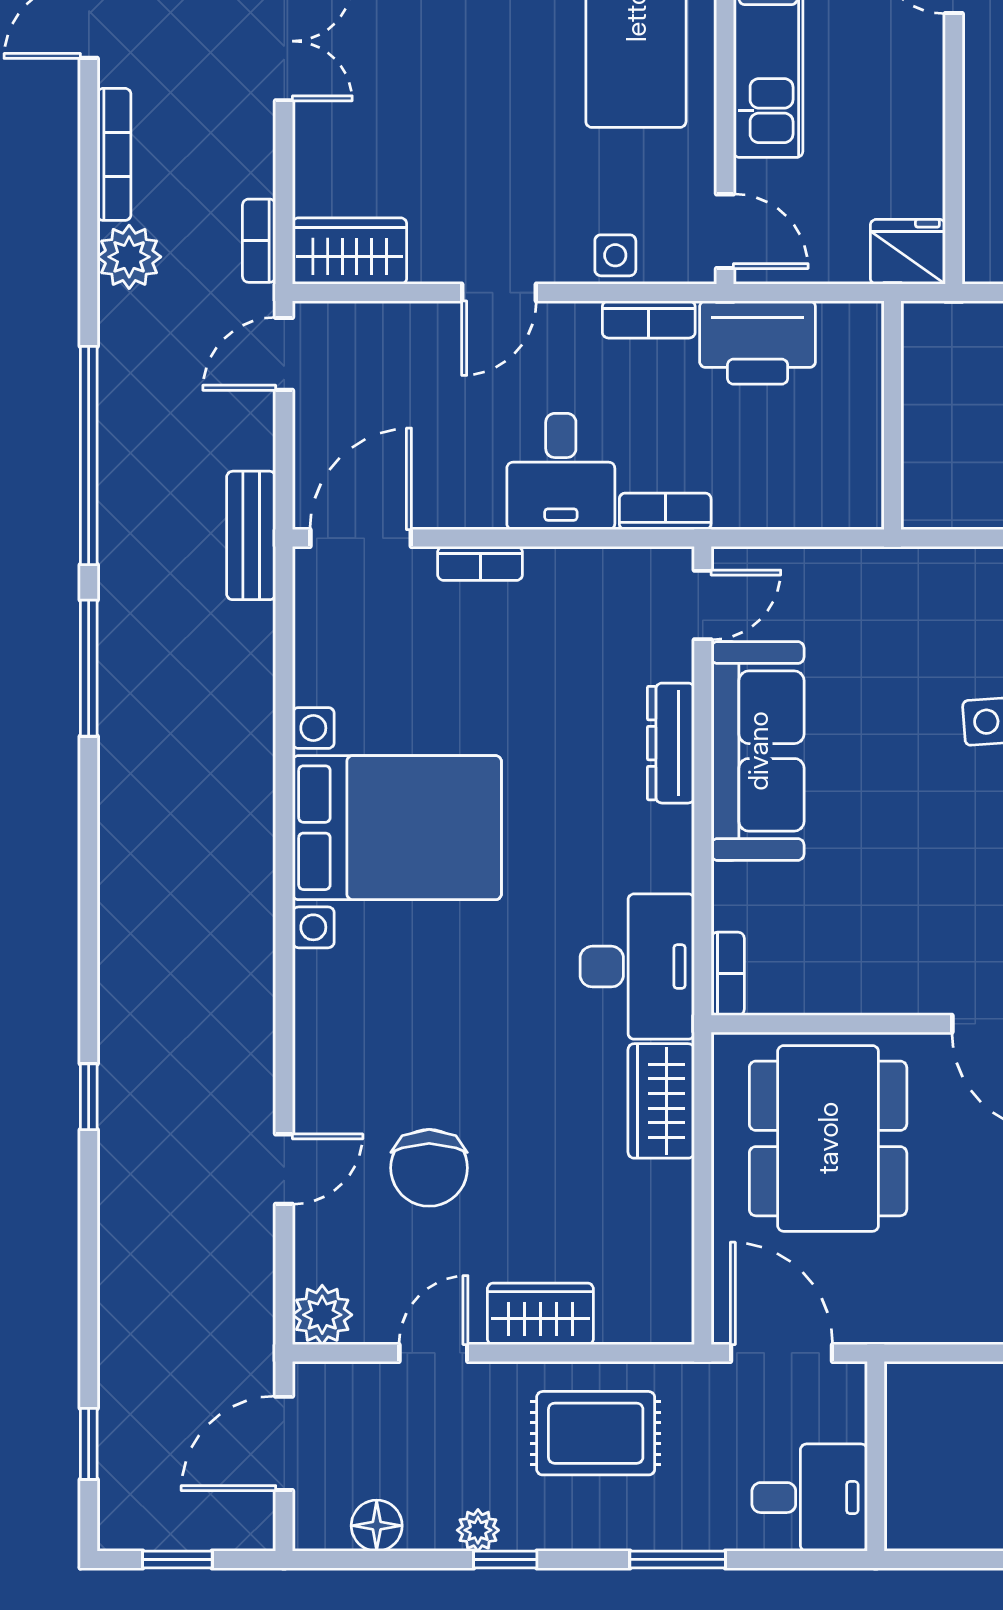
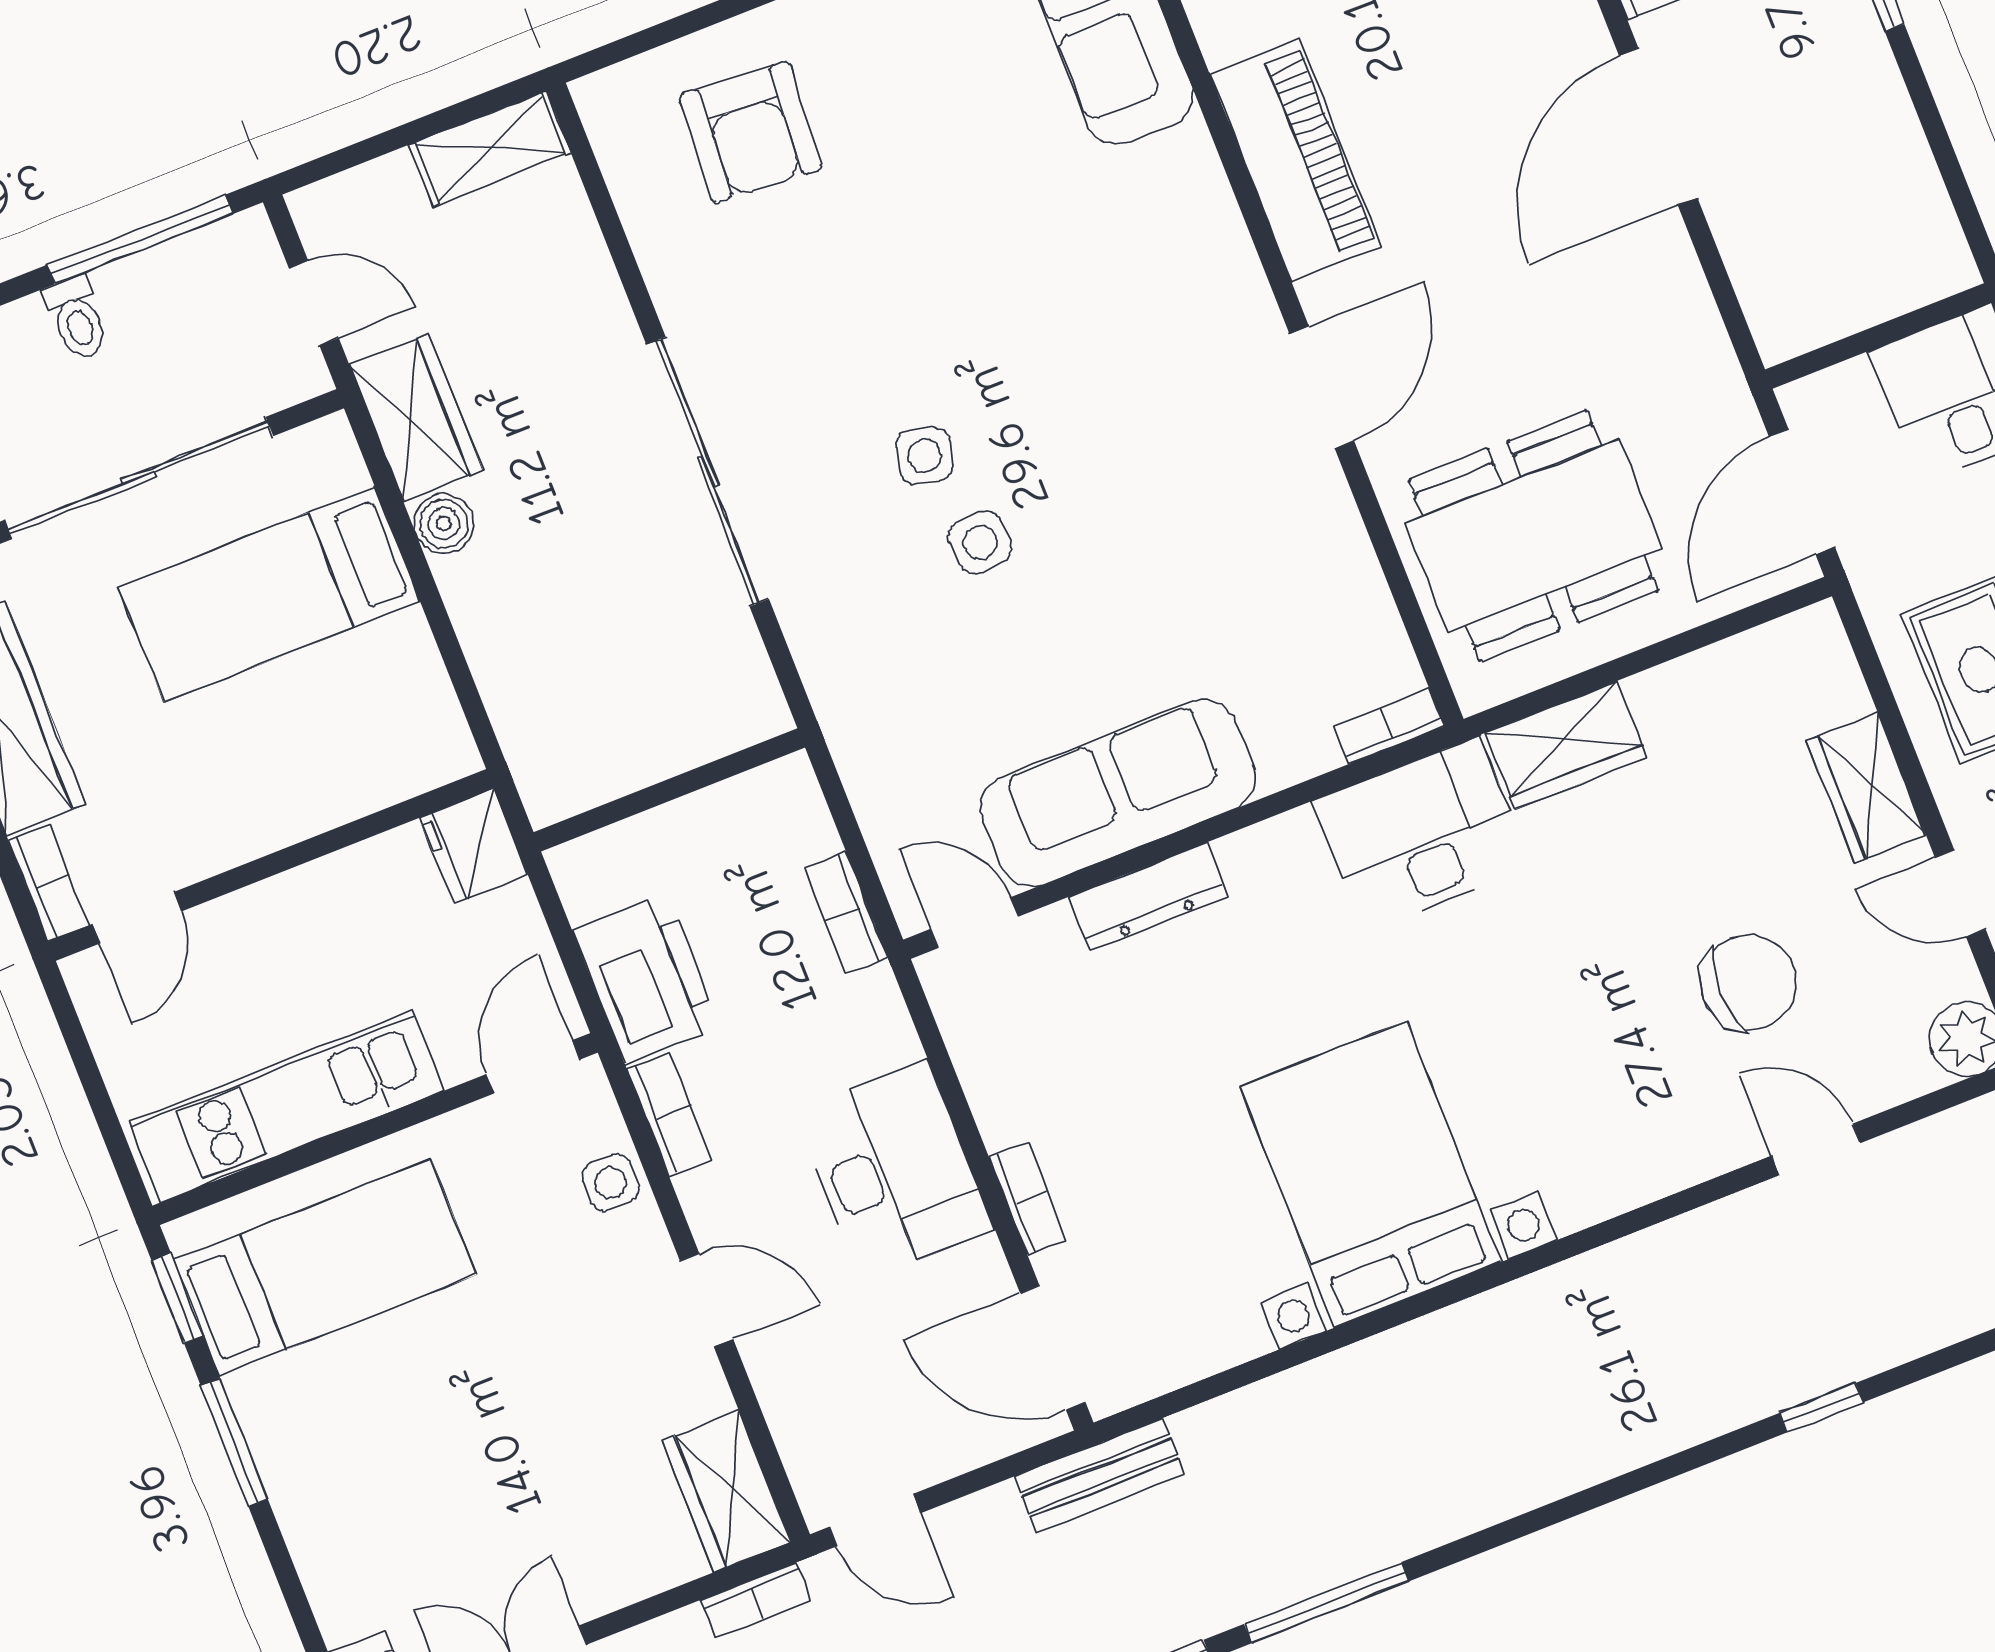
desk: (561, 472) -> (894, 1170), width x1.37
bookcase: (665, 511) -> (846, 913), moved

